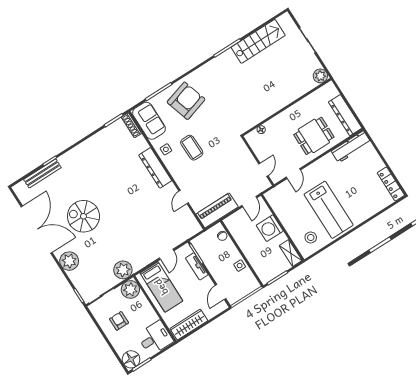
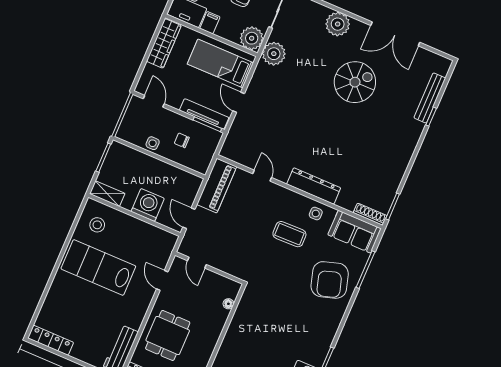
double door: (37, 230) -> (395, 34), width x0.73
chair: (222, 236) -> (182, 140), moved
tv unit: (197, 266) -> (204, 114), width x1.41
filing cabinet: (150, 318) -> (210, 23), added

